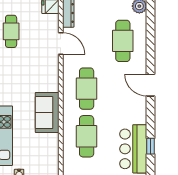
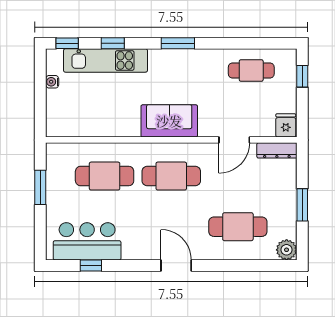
door: (151, 85) -> (176, 265), hinge flipped
sofa: (47, 113) -> (169, 121), moved

